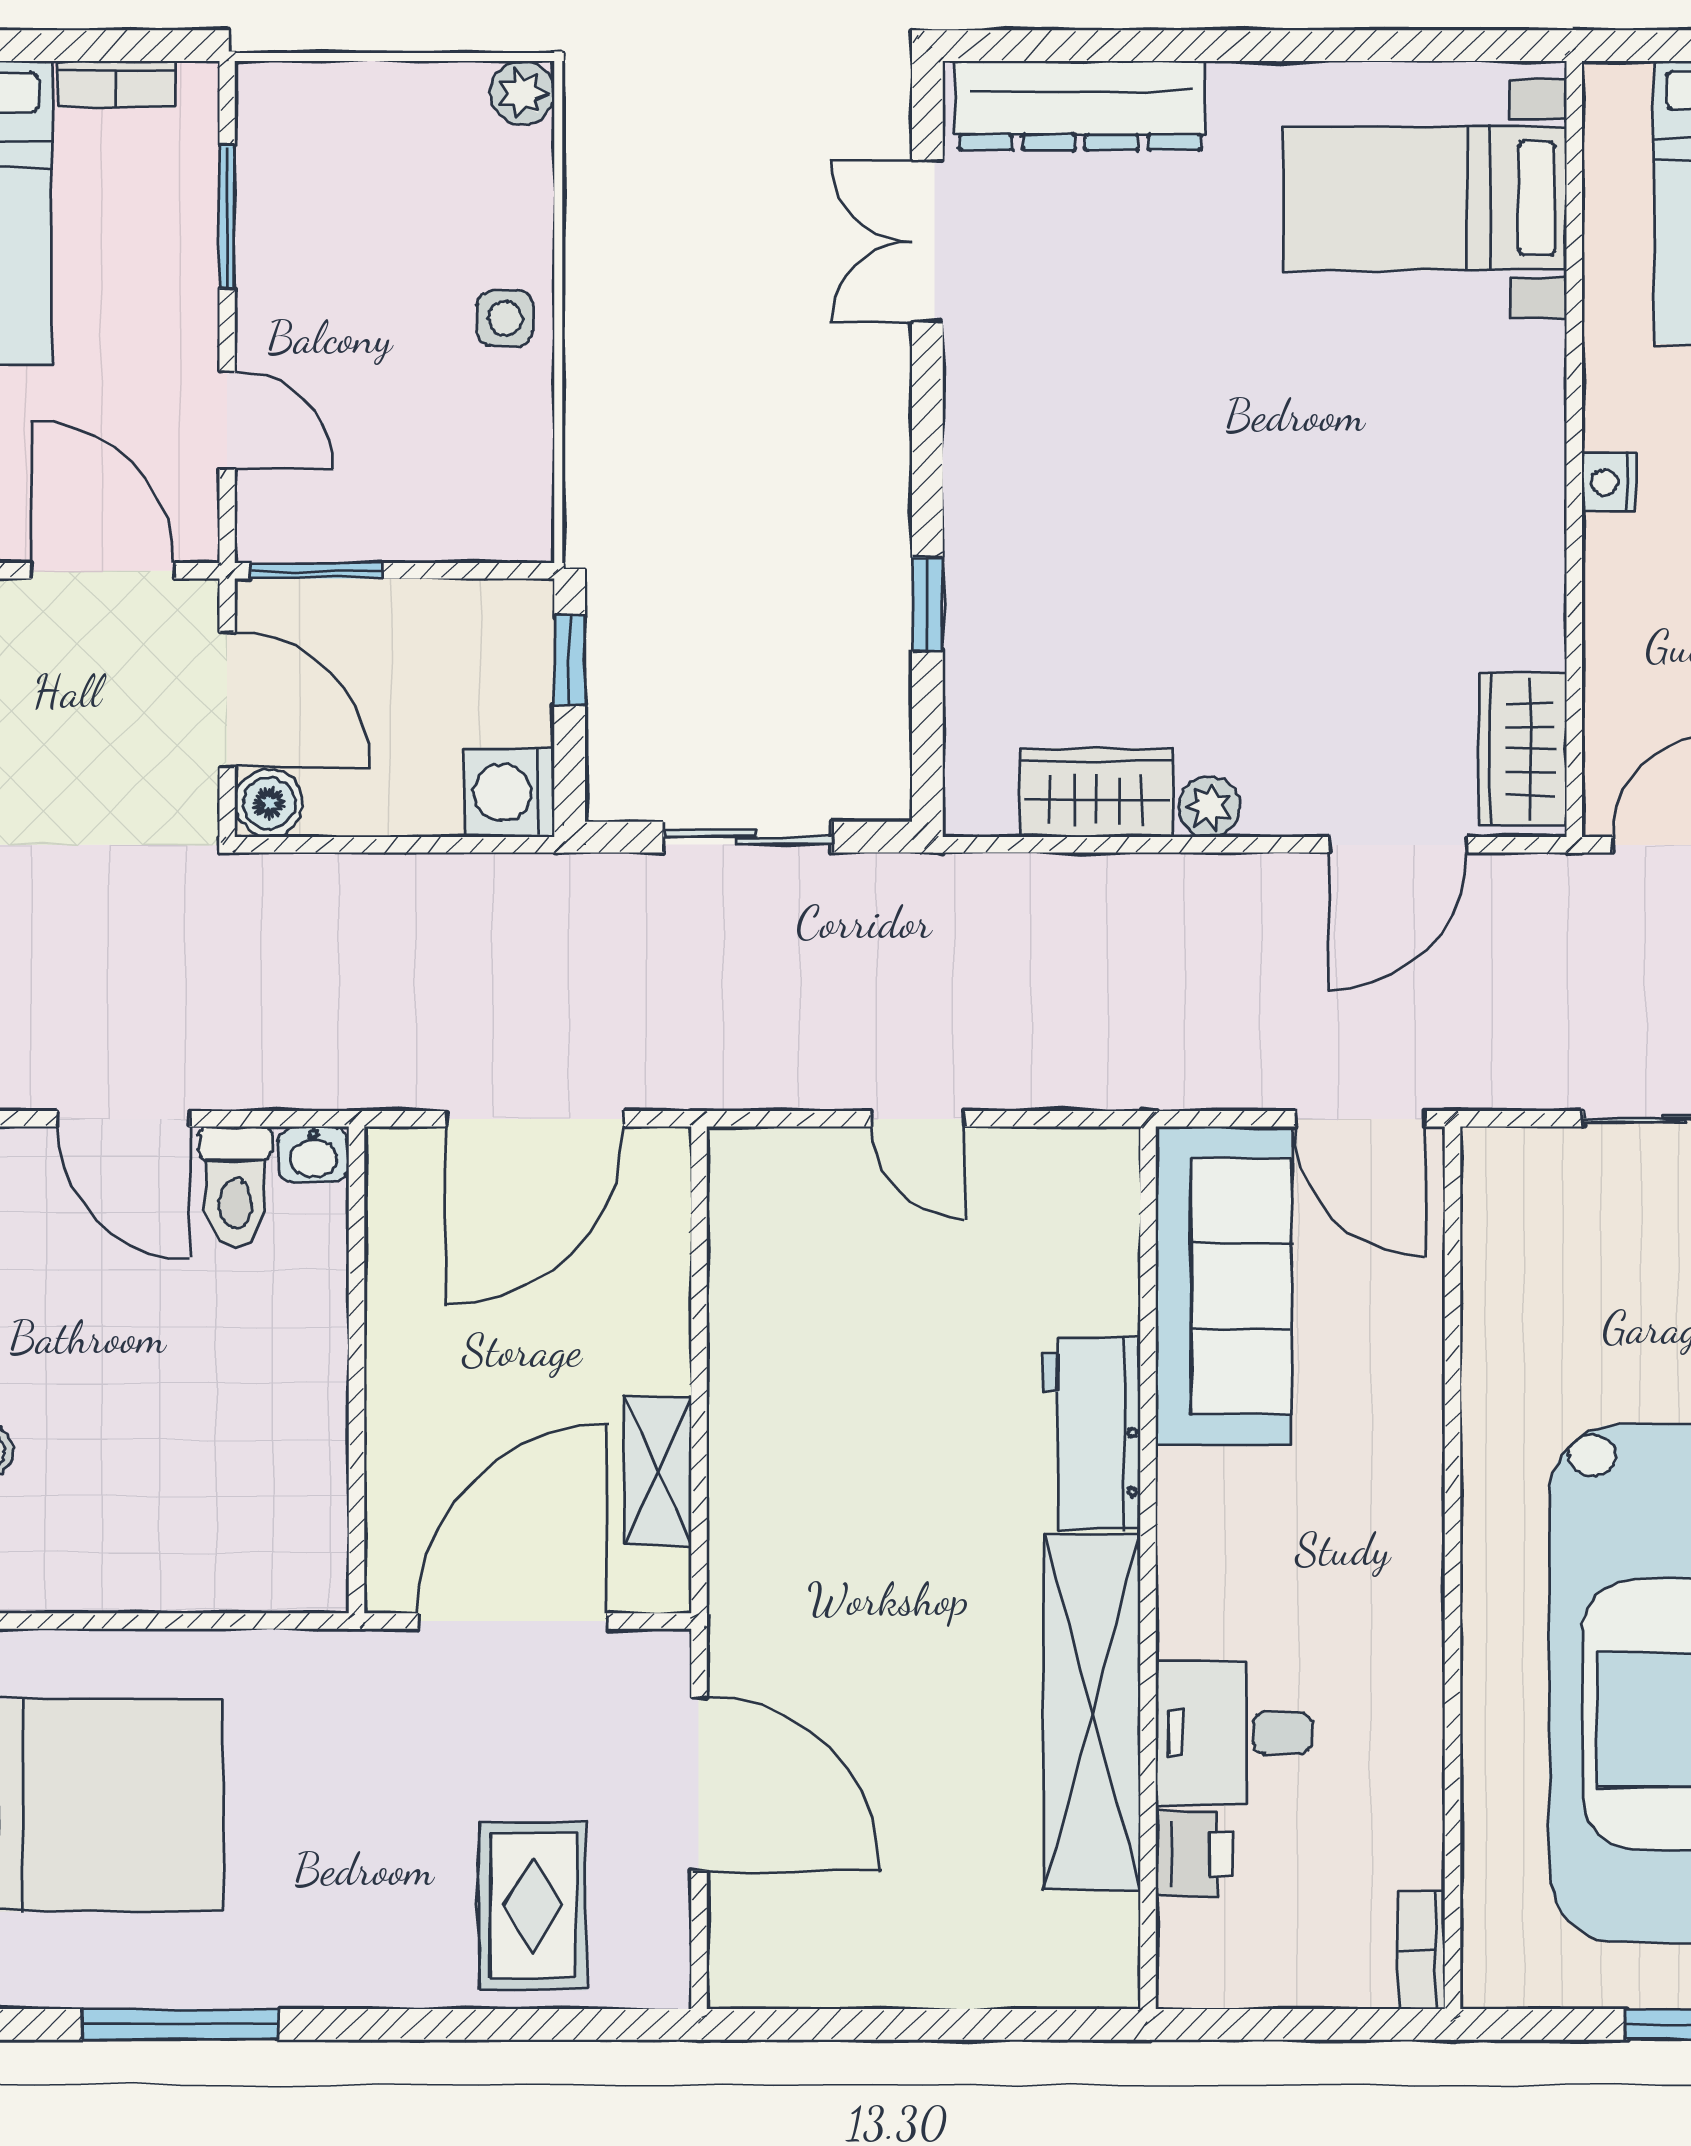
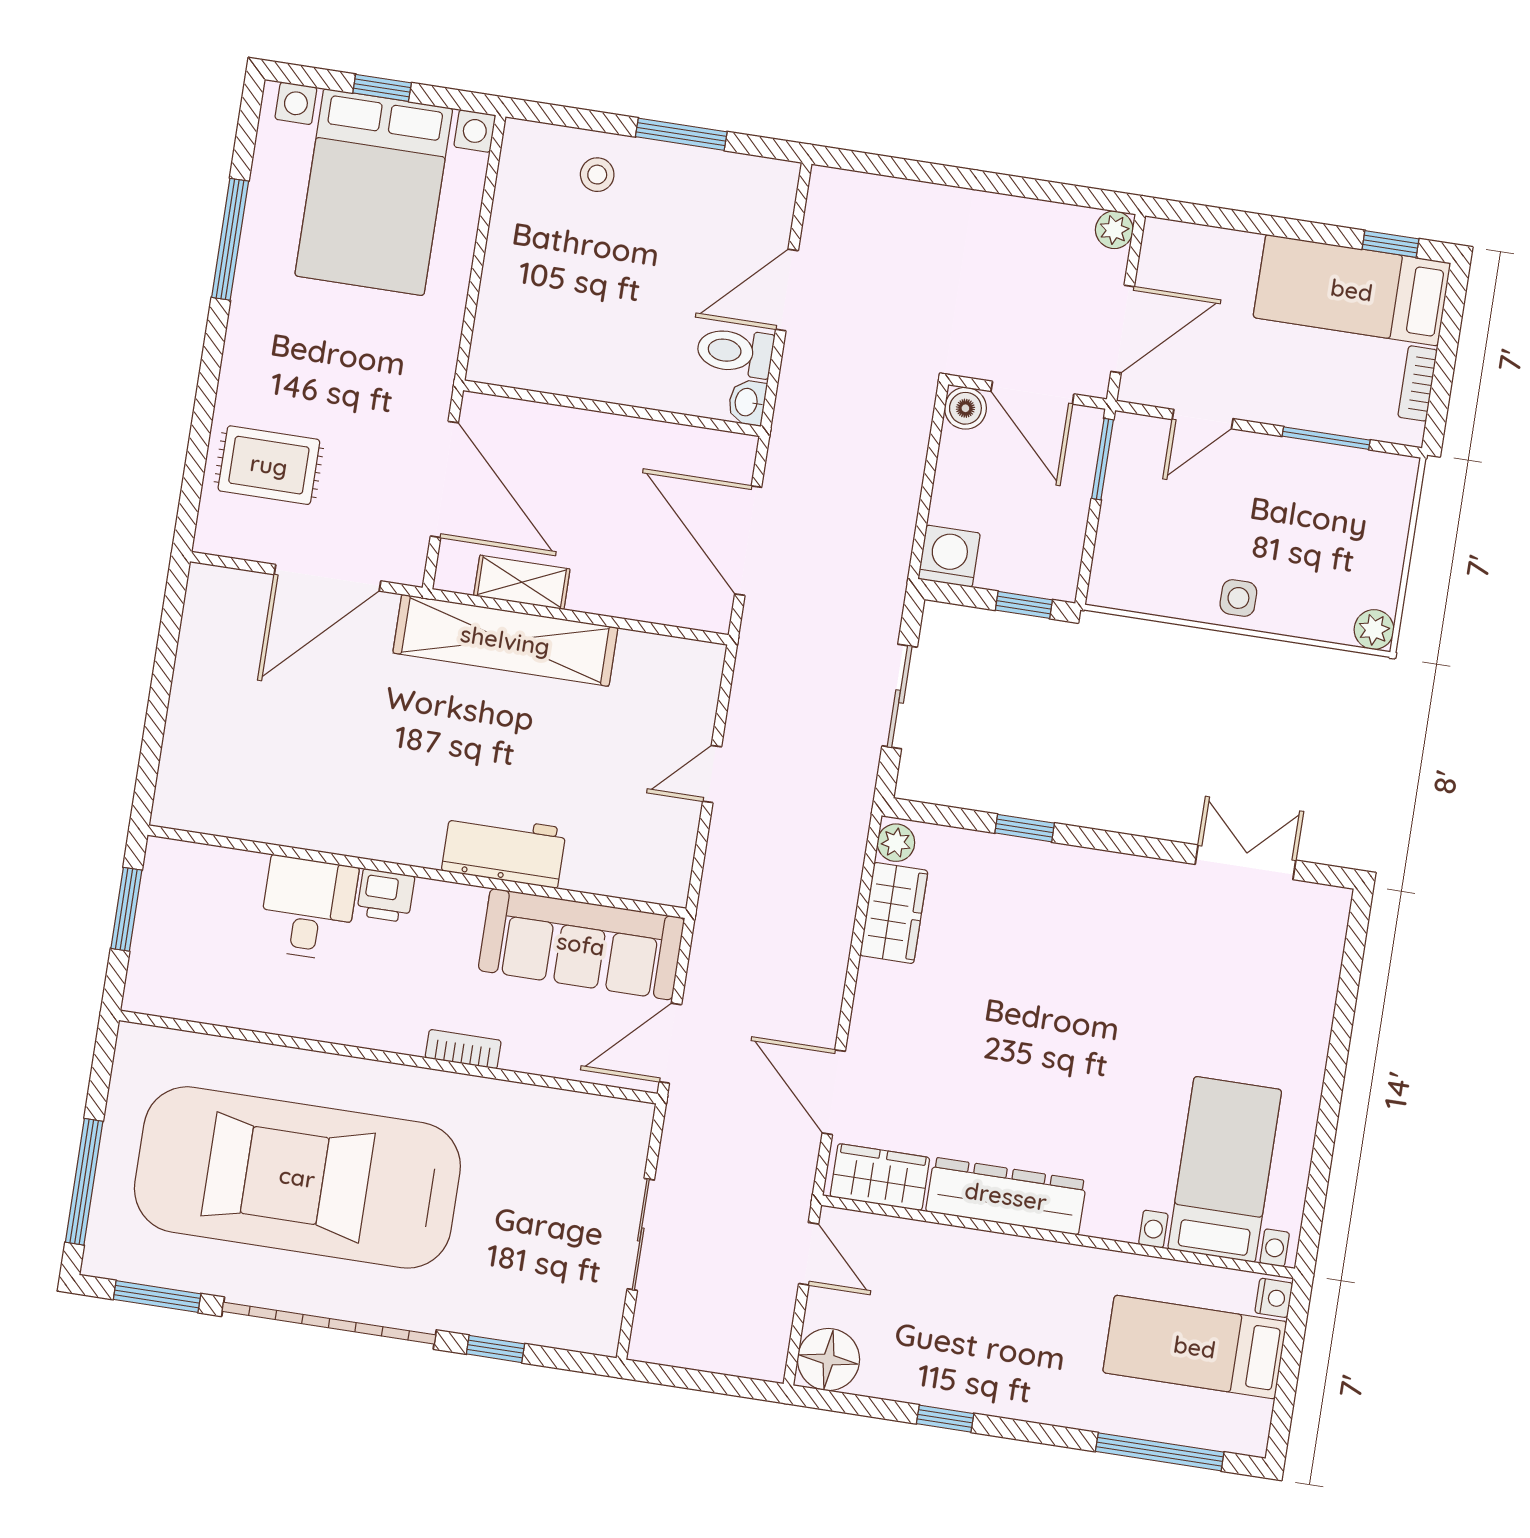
dresser: (1080, 106) -> (1006, 1196), moved, turned 90
nightstand: (1609, 482) -> (1274, 1298), moved, turned 90
door: (227, 700) -> (1032, 393), hinge flipped
plant: (1209, 807) -> (896, 843), moved
shelving: (1092, 1713) -> (505, 640), moved
printer: (1194, 1854) -> (386, 896), moved
bookcase: (1421, 1950) -> (463, 1049), moved
window: (1280, 2024) -> (126, 909), added

